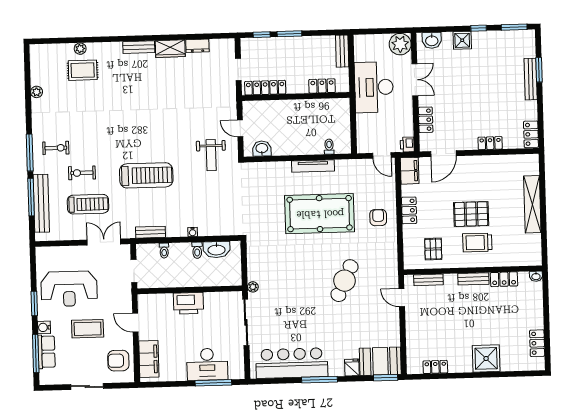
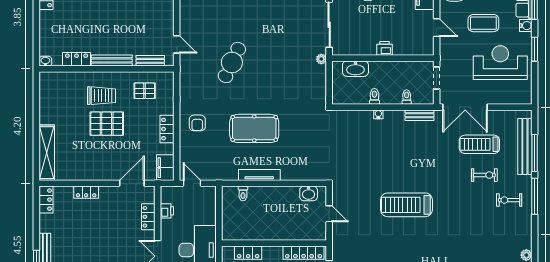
printer: (407, 145) -> (167, 211), moved
weight bench: (211, 155) -> (358, 189), removed
treadmill: (146, 175) -> (406, 205), moved
shelving: (532, 204) -> (47, 153), moved
pool table: (320, 214) -> (254, 128), width x0.73, depth x0.76
double door: (104, 242) -> (465, 107), width x1.37
pallet: (433, 249) -> (145, 91), turned 90
washbasin: (217, 250) -> (355, 69), moved, turned 180
bench: (473, 279) -> (112, 60), width x1.36
printer: (188, 303) -> (384, 48), width x0.53, depth x0.68

